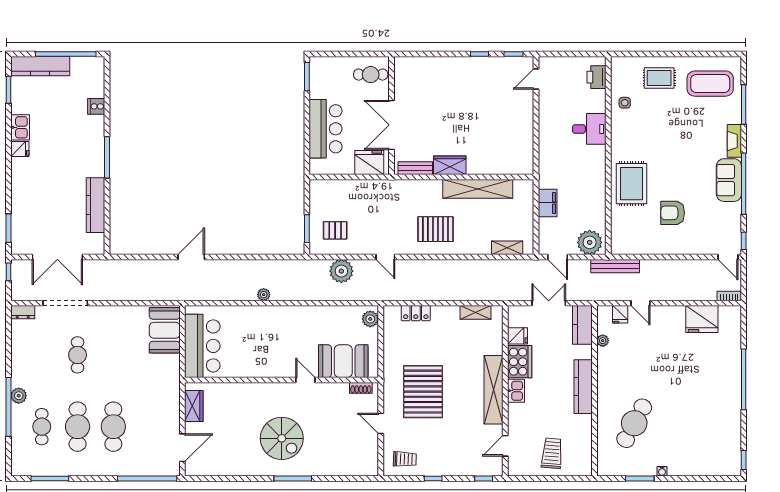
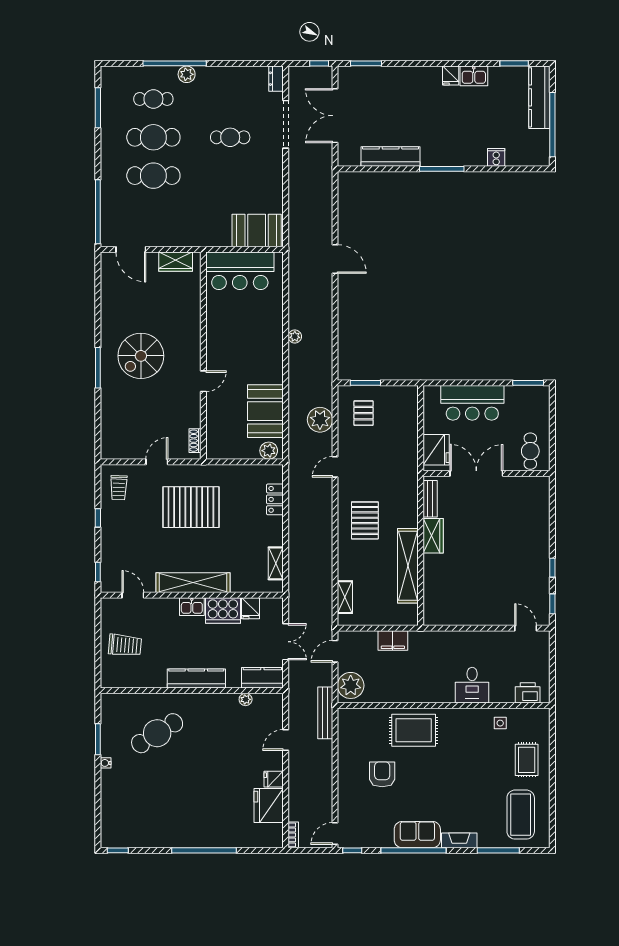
fridge: (620, 314) -> (274, 779), moved
booth: (343, 361) -> (265, 411), moved
cafe table: (634, 423) -> (157, 733), turned -60

